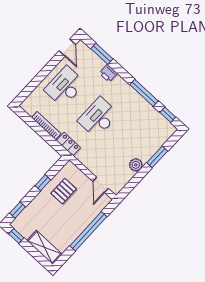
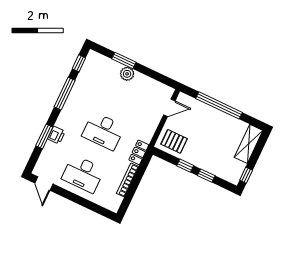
door: (67, 48) -> (44, 184), swing flipped
window: (102, 54) -> (44, 136), moved
plant: (136, 165) -> (127, 74), moved
pallet: (64, 191) -> (174, 141), moved
window: (18, 210) -> (206, 176), moved

